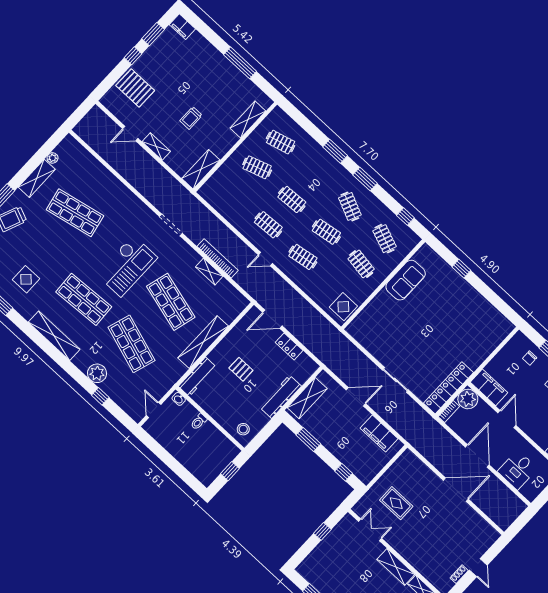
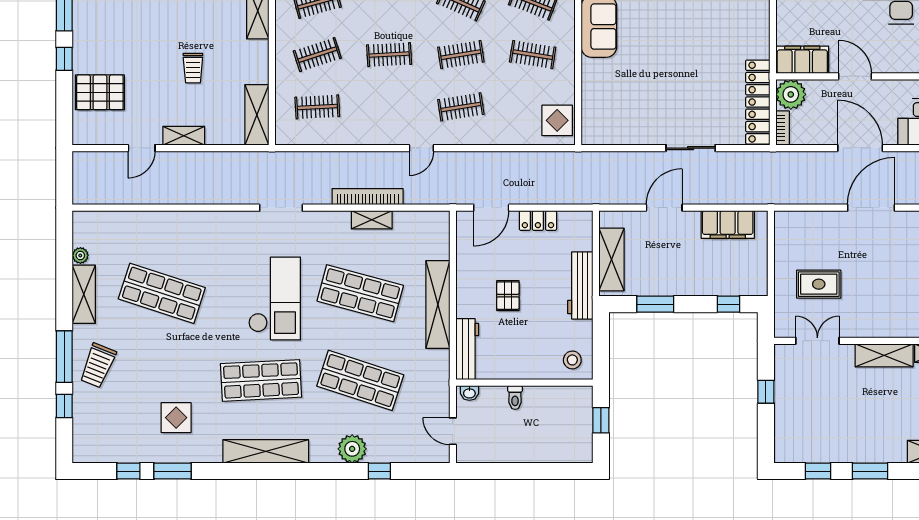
shop shelf: (75, 213) -> (162, 293), turned 30
clothes rail: (268, 225) -> (317, 107), moved
pallet: (241, 369) -> (508, 296), turned 90

